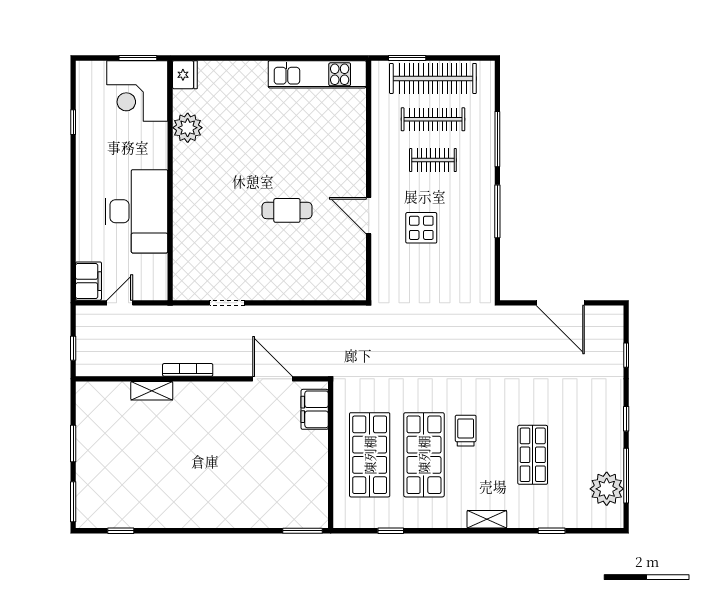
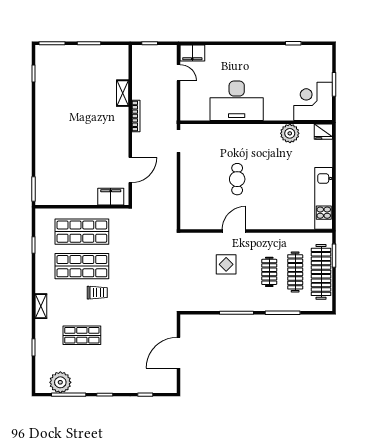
fridge: (185, 75) -> (323, 132), moved
corner desk: (137, 91) -> (313, 101), moved
plant: (188, 128) -> (290, 133), moved
wall: (170, 180) -> (256, 122), moved
desk: (136, 211) -> (237, 101), moved

